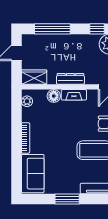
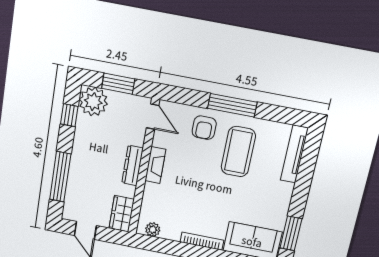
floor lamp: (54, 96) -> (152, 193), removed
window: (67, 199) -> (291, 233), moved

